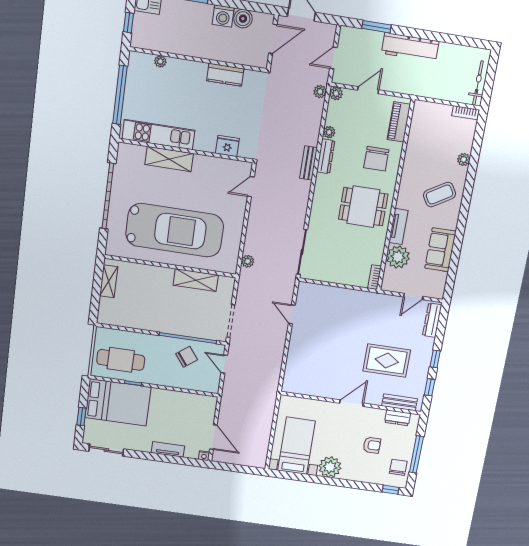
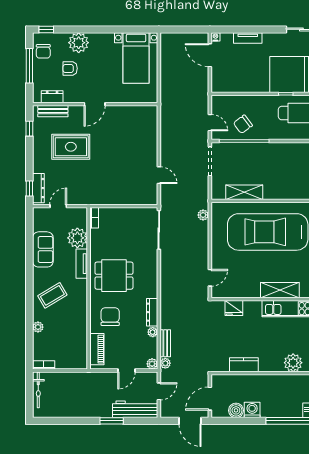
window: (377, 27) -> (112, 421), moved
workbench: (410, 47) -> (135, 409), moved
plant: (160, 61) -> (293, 363), width x1.88, depth x1.88
bench: (309, 163) -> (165, 343), moved
window: (435, 359) -> (29, 189), moved
plant: (330, 467) -> (79, 43), moved

